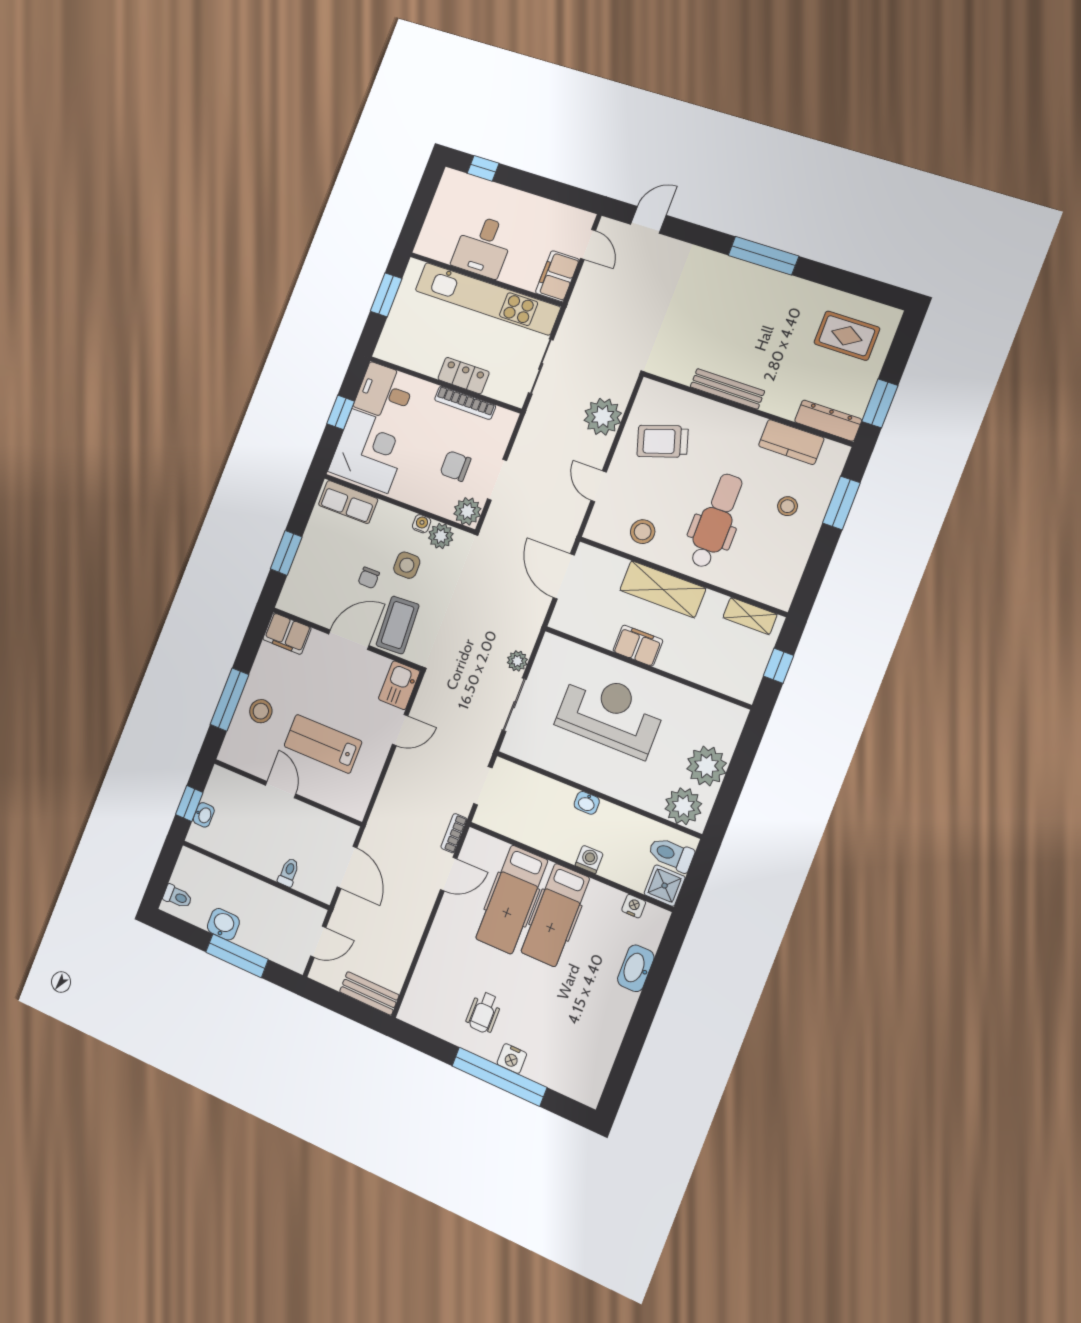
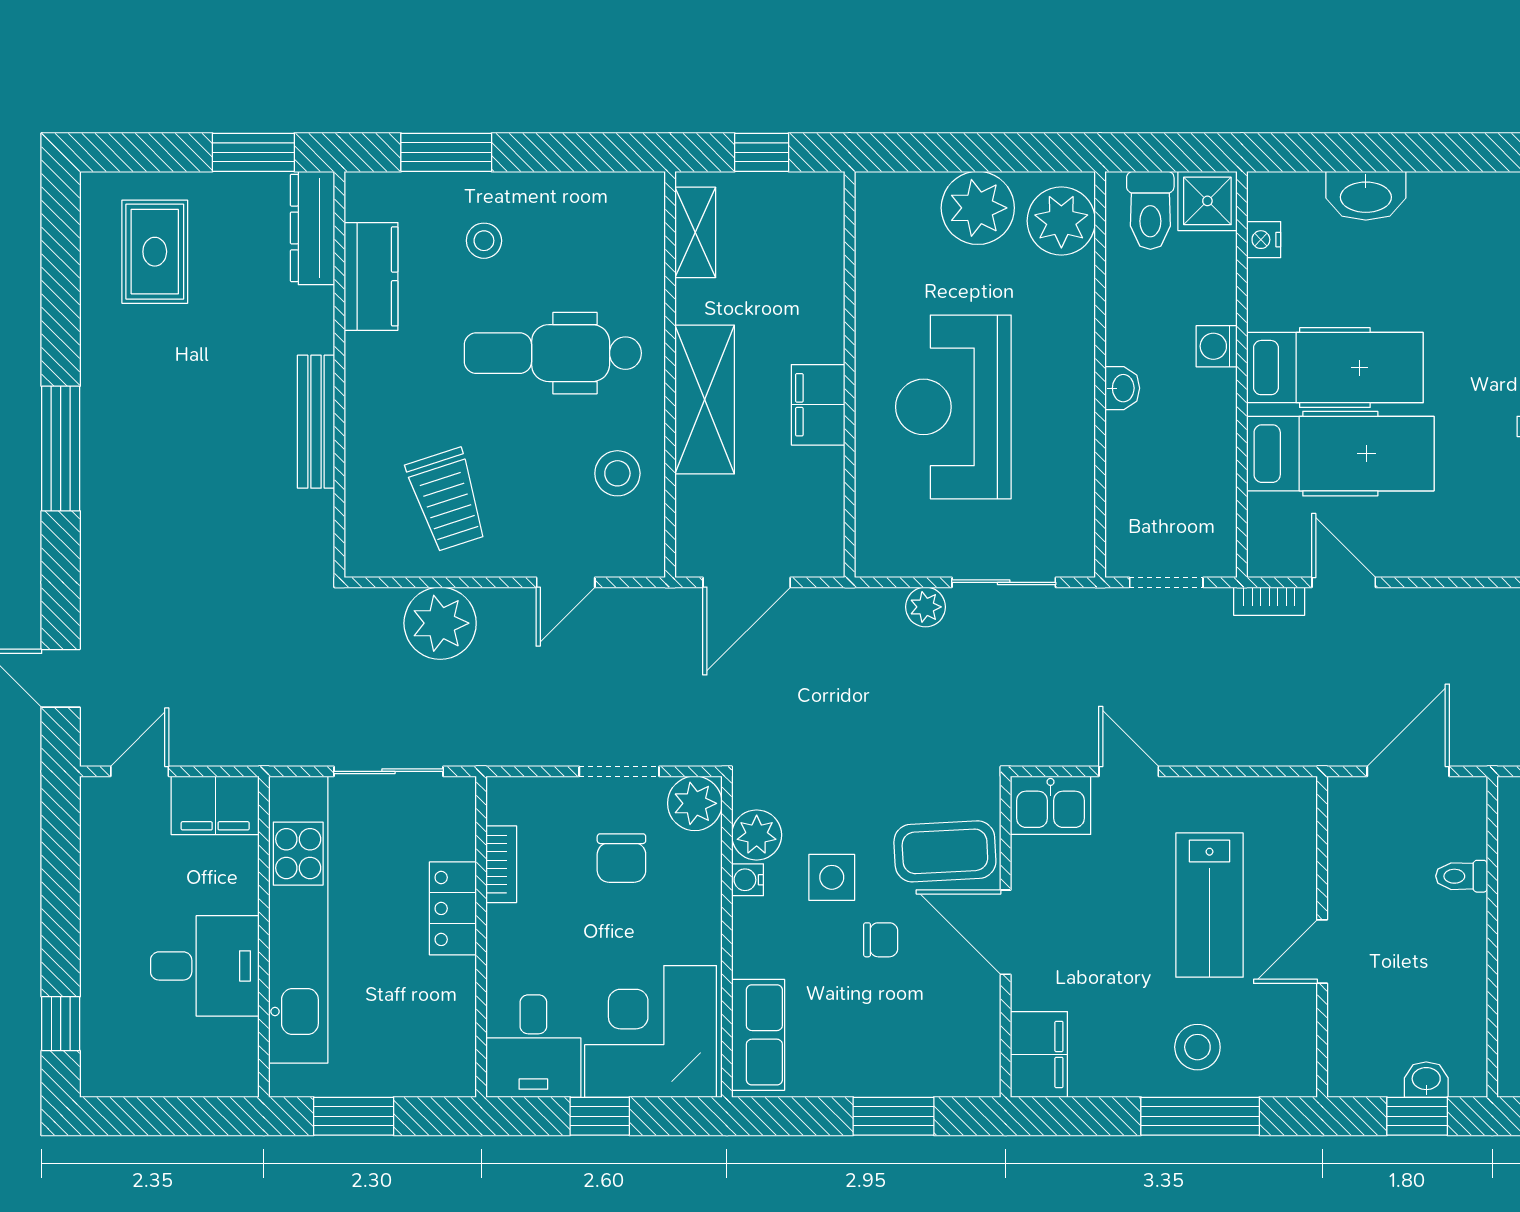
bookcase: (465, 403) -> (501, 864), width x0.64

